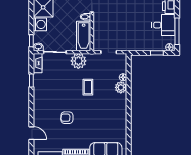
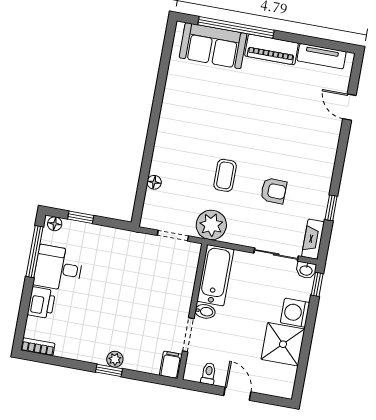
plant: (78, 61) -> (211, 225), moved
plant: (121, 87) -> (162, 163), removed
armchair: (67, 118) -> (274, 191), moved

